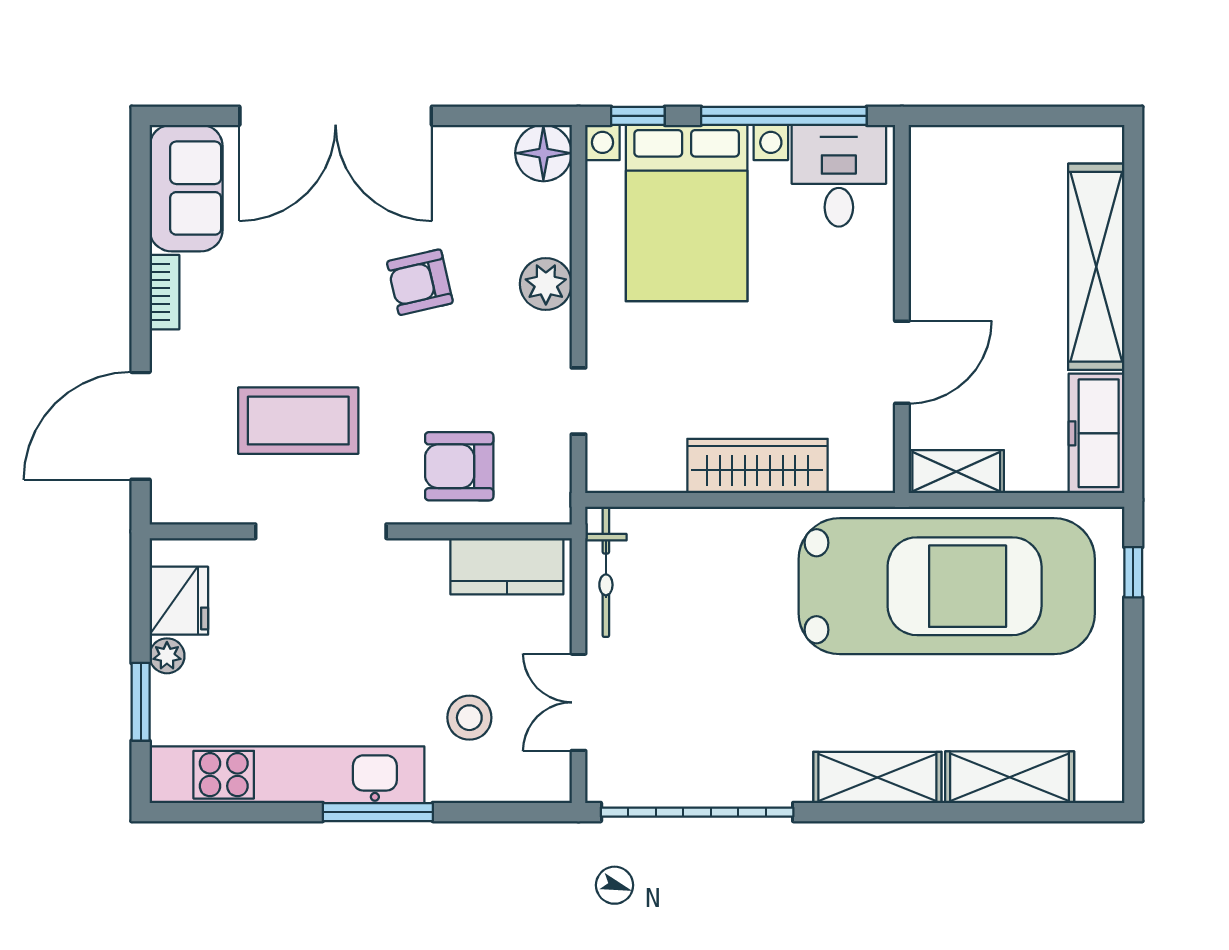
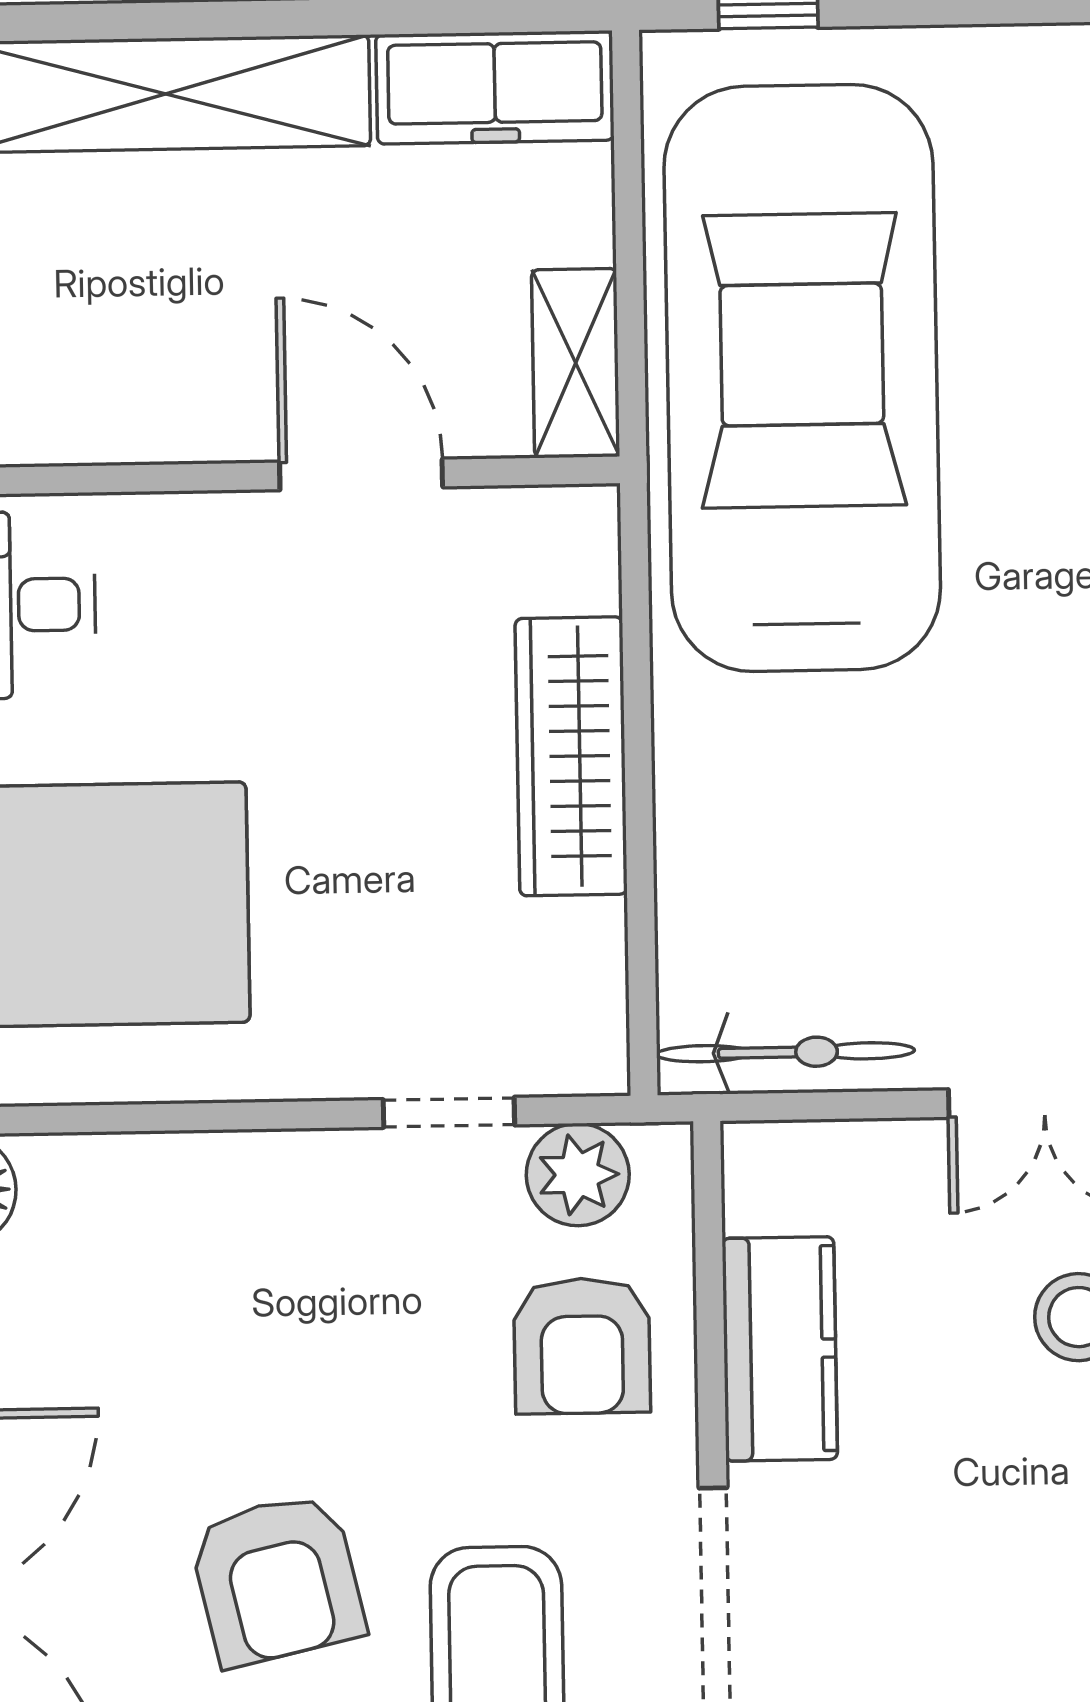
armchair: (420, 282) -> (277, 1579), moved, width x1.38, depth x1.38
plant: (546, 284) -> (578, 1175), moved
kitchen counter: (507, 566) -> (780, 1349), moved

